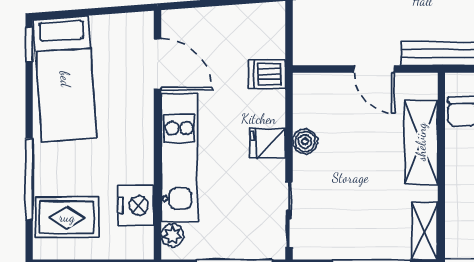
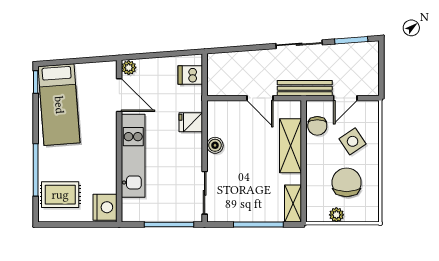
dishwasher: (267, 74) -> (190, 75), moved
fridge: (268, 143) -> (191, 122), moved
nightstand: (136, 205) -> (105, 207), moved
plant: (172, 235) -> (129, 68), moved

